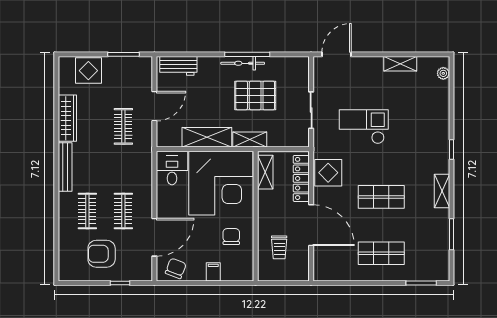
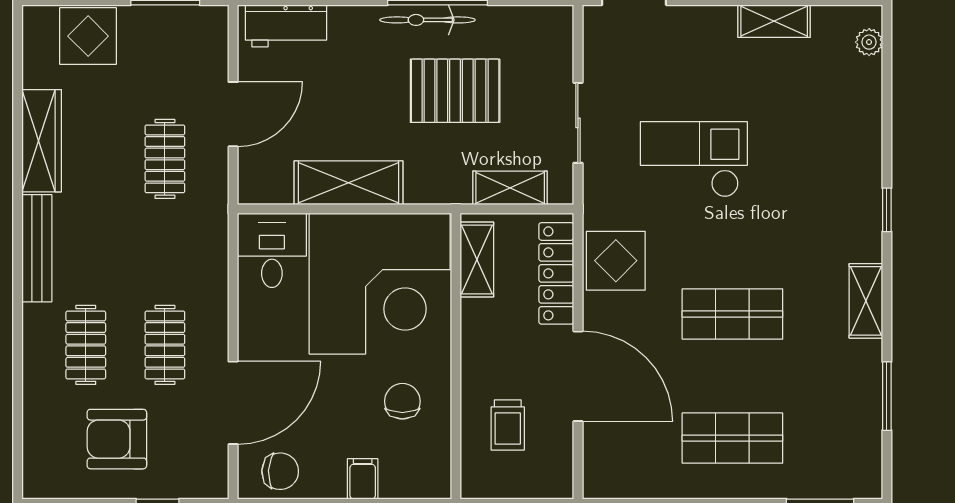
shelving: (250, 140) -> (510, 188), moved
chair: (176, 268) -> (280, 471), turned 72

